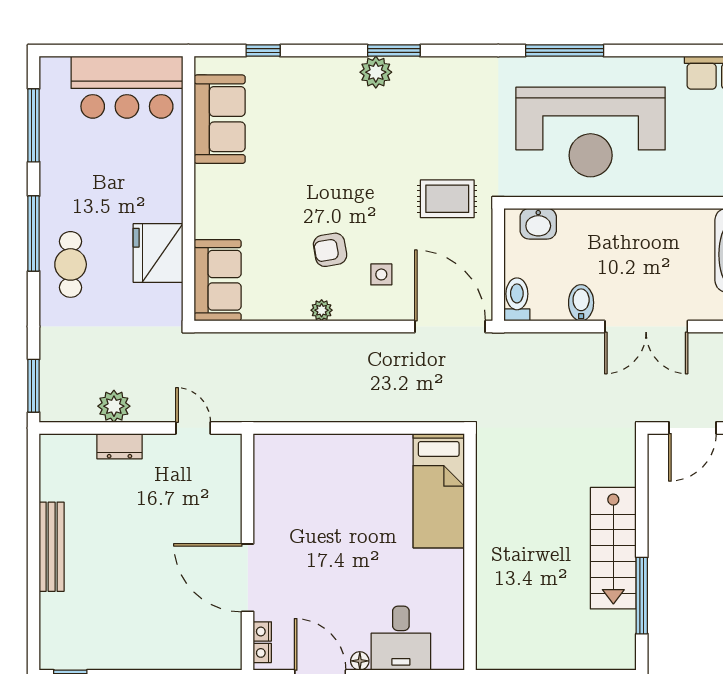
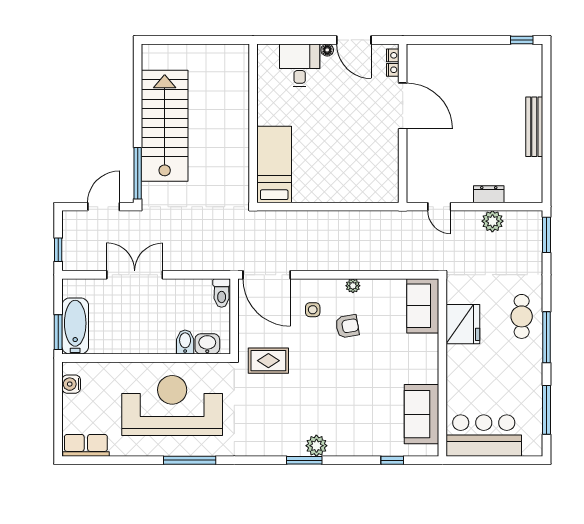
bidet: (581, 303) -> (185, 342), moved, turned 180
stairs: (613, 548) -> (165, 126), width x1.36, depth x1.51
window: (642, 596) -> (138, 173), moved

